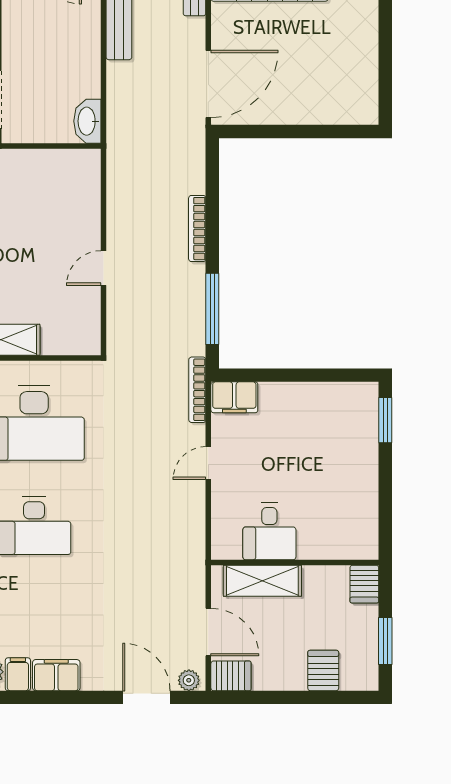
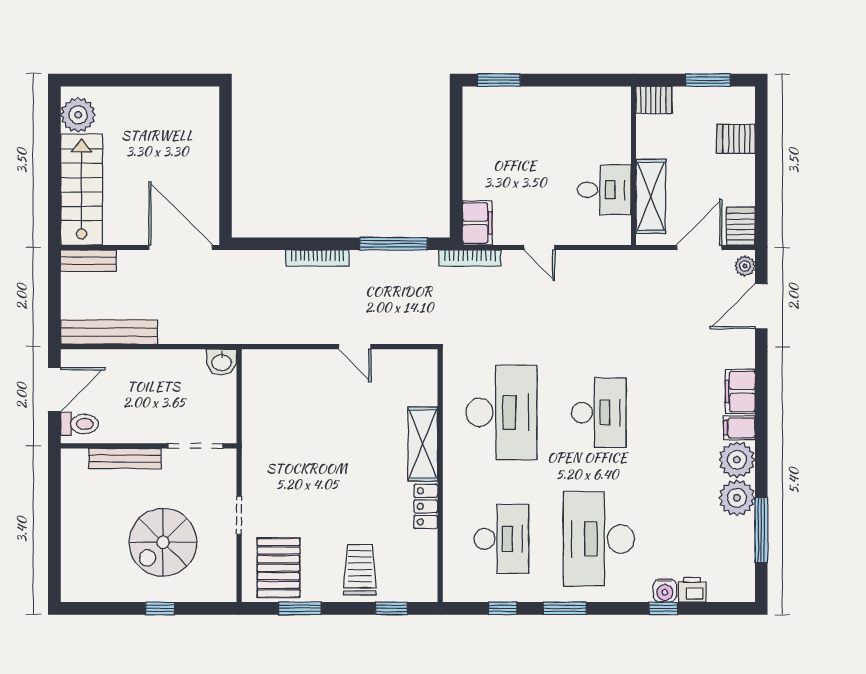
washbasin: (87, 121) -> (222, 362), width x0.72

